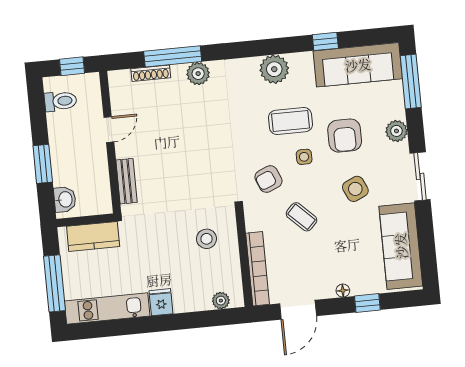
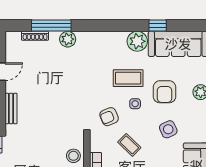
plant: (274, 69) -> (137, 41), moved
stool: (207, 239) -> (73, 156), moved

